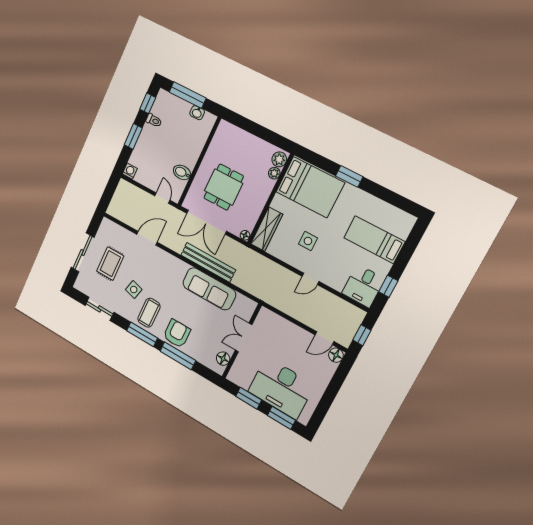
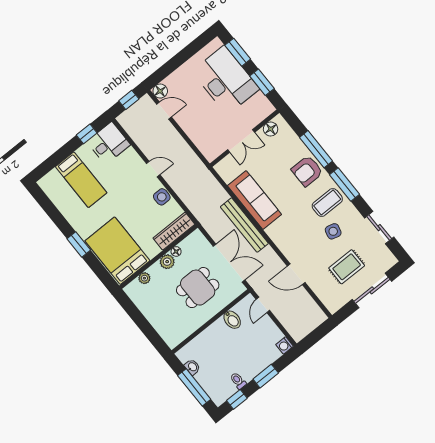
plant: (279, 159) -> (167, 262), moved
floor lamp: (245, 235) -> (176, 251), moved
side table: (308, 241) -> (162, 197), moved

